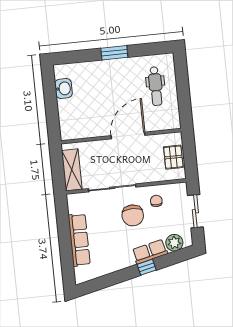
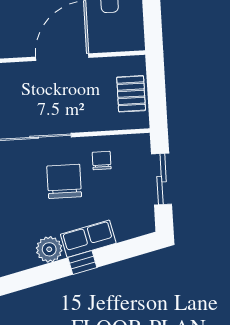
chair: (133, 215) -> (64, 181), turned 180
plant: (174, 243) -> (49, 249), moved

